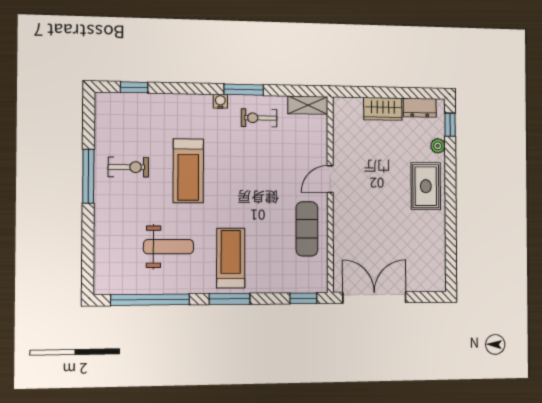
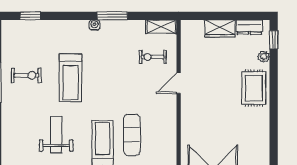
exercise bike: (259, 118) -> (153, 57), moved
exercise mat: (307, 229) -> (132, 135), moved
weight bench: (168, 247) -> (56, 135), turned -90

